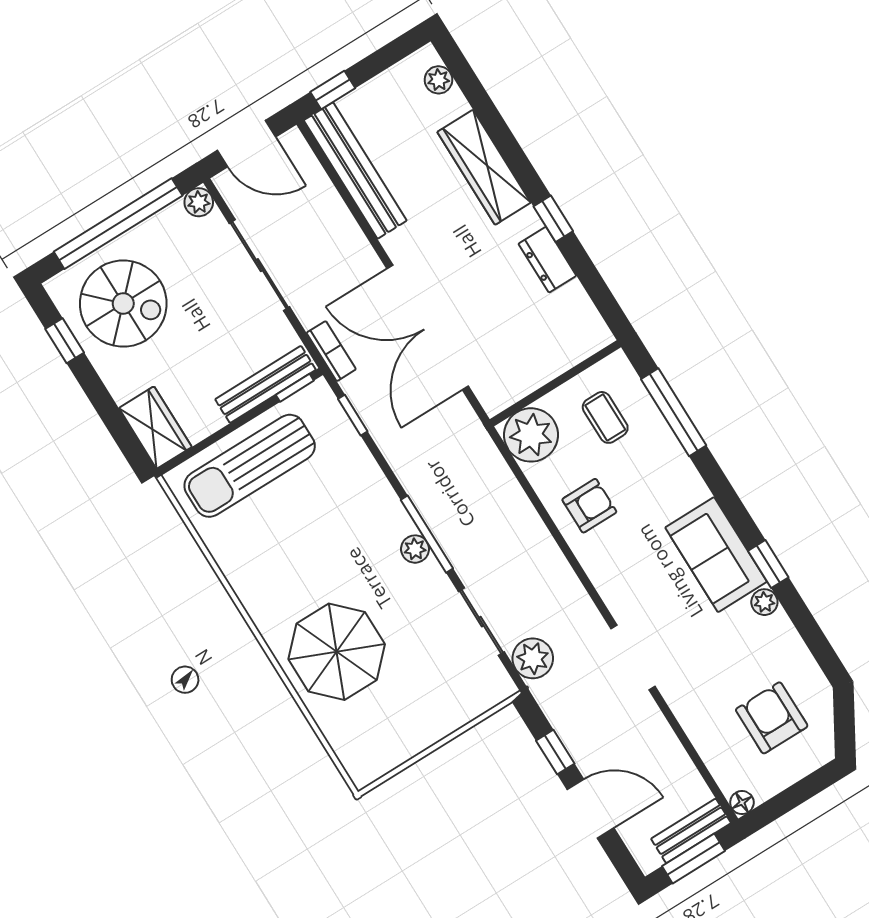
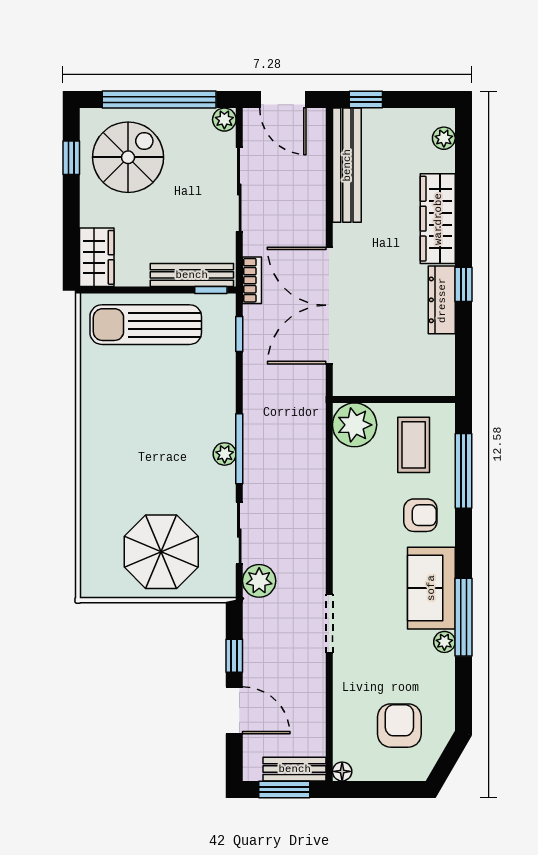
dresser: (547, 260) -> (442, 300), width x1.44
spiral stairs: (123, 304) -> (128, 157), turned -90
coffee table: (605, 417) -> (414, 445), width x1.36, depth x1.30
armchair: (589, 506) -> (420, 515), moved
window: (768, 564) -> (463, 617), width x2.17
parasol: (337, 652) -> (161, 552), moved

